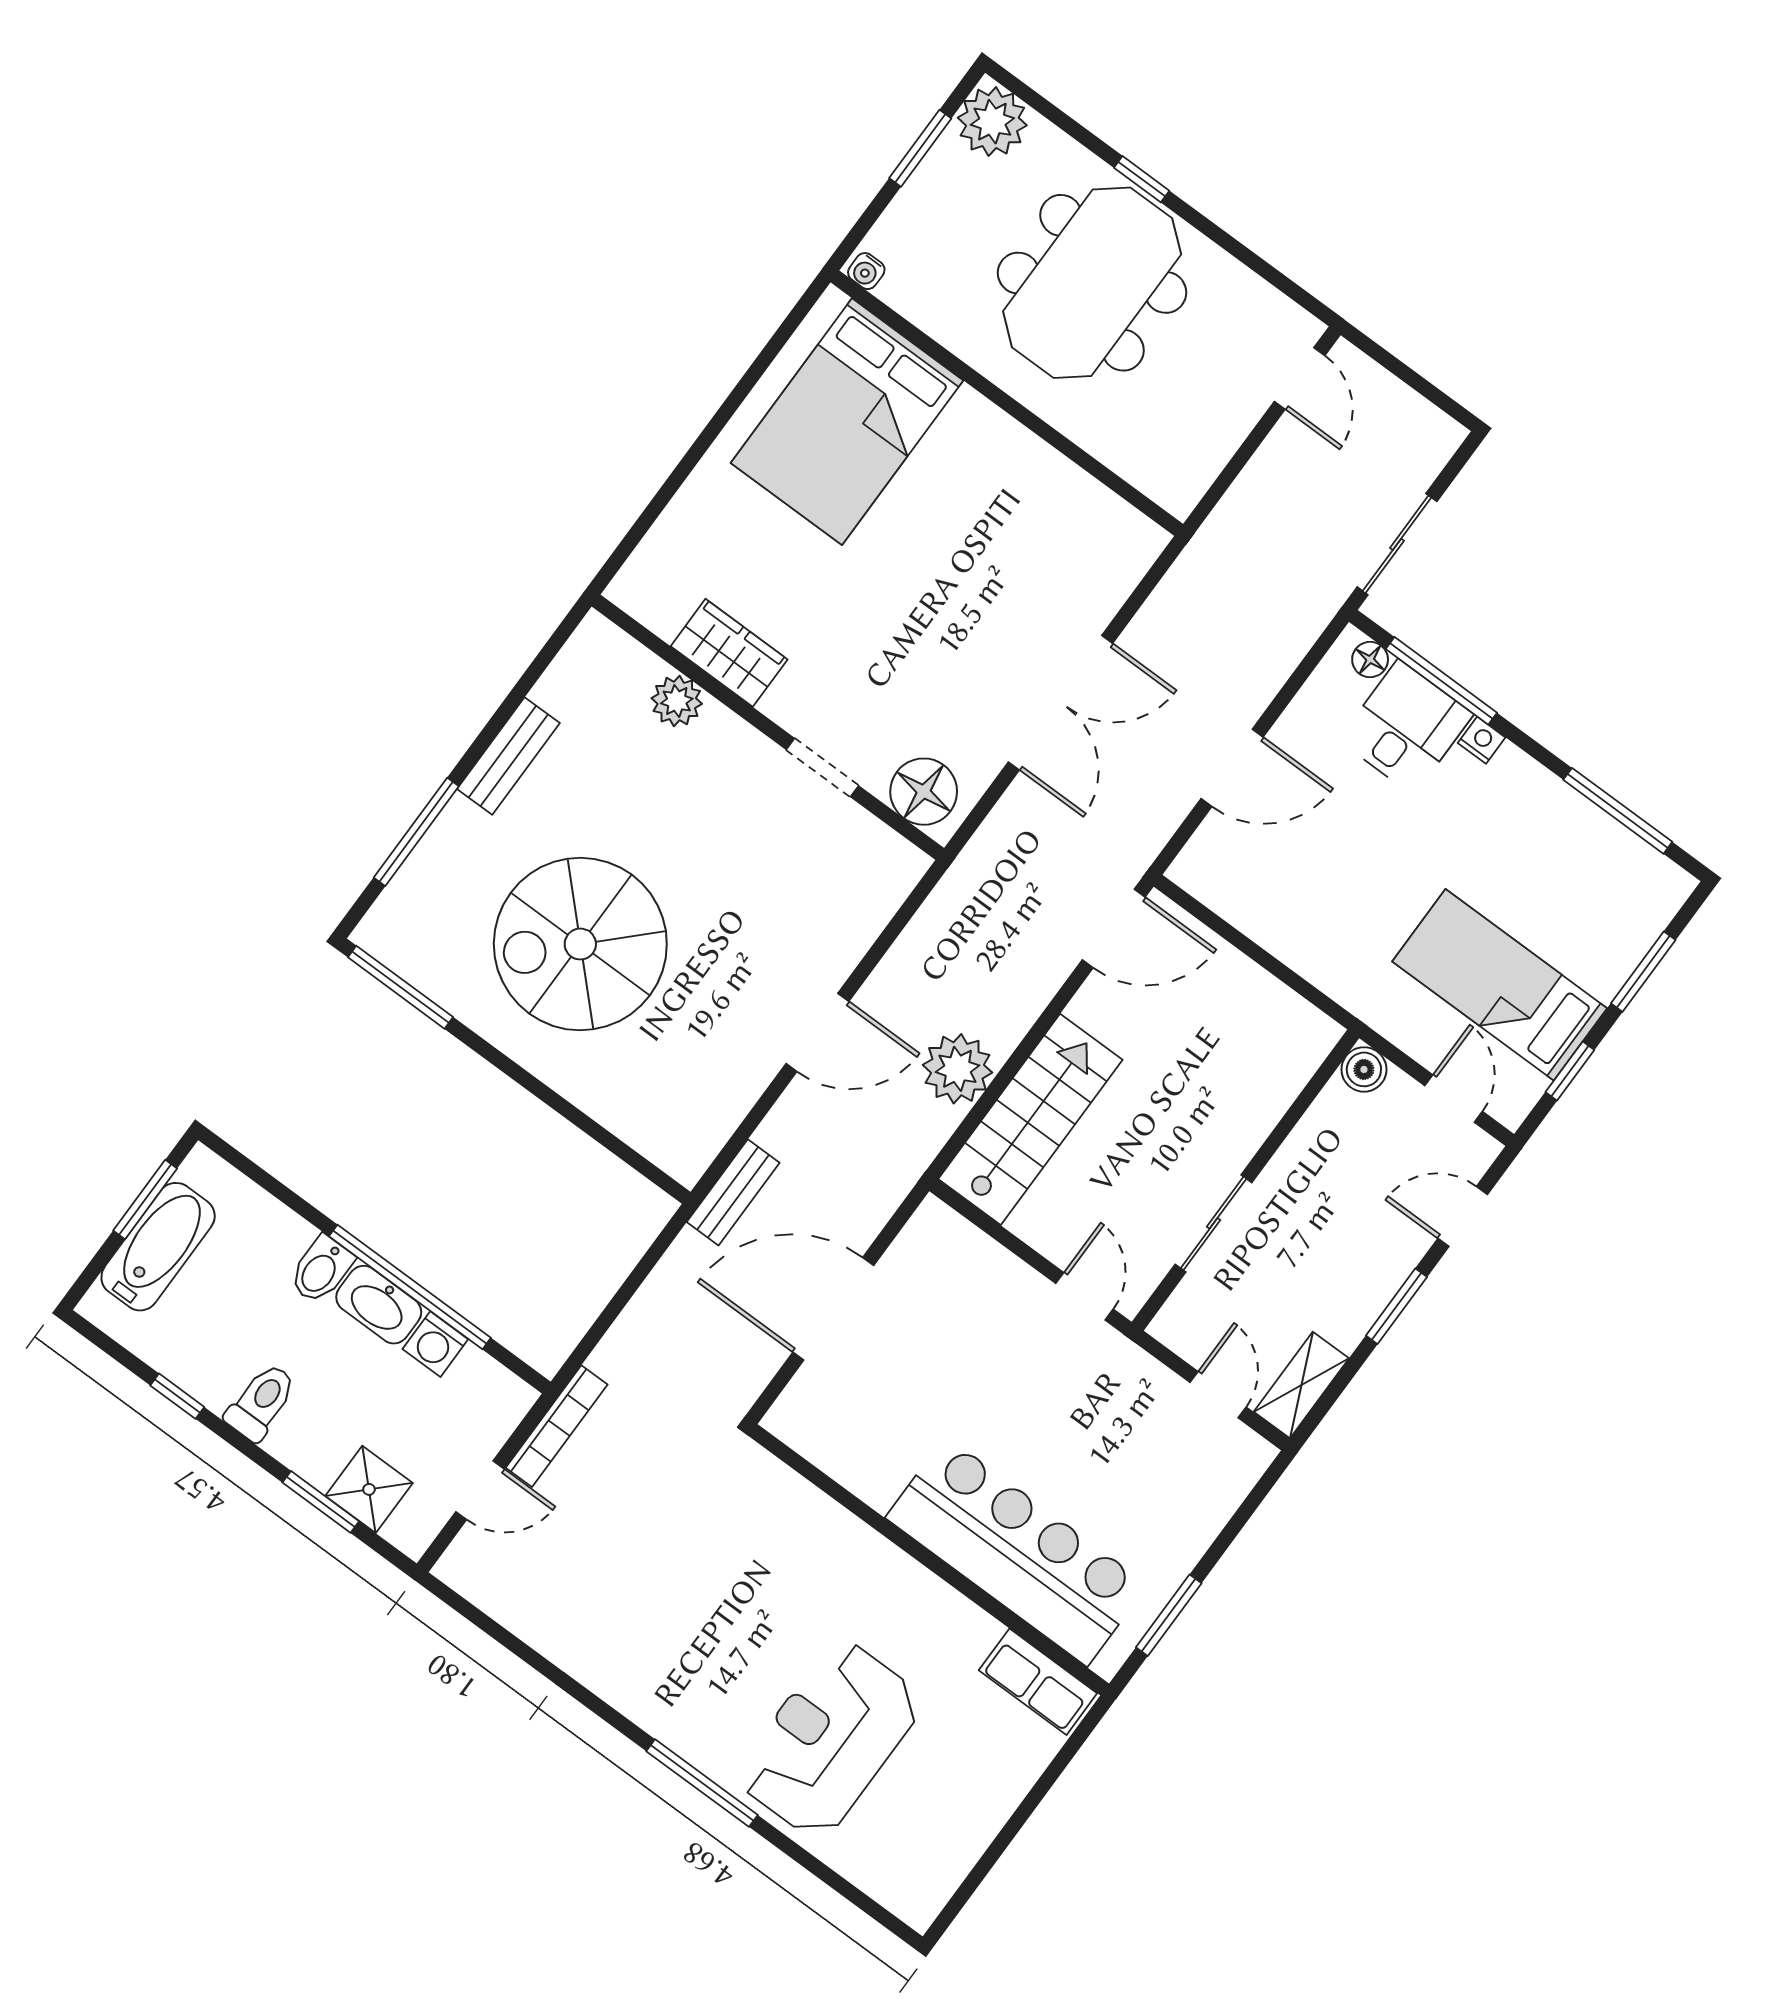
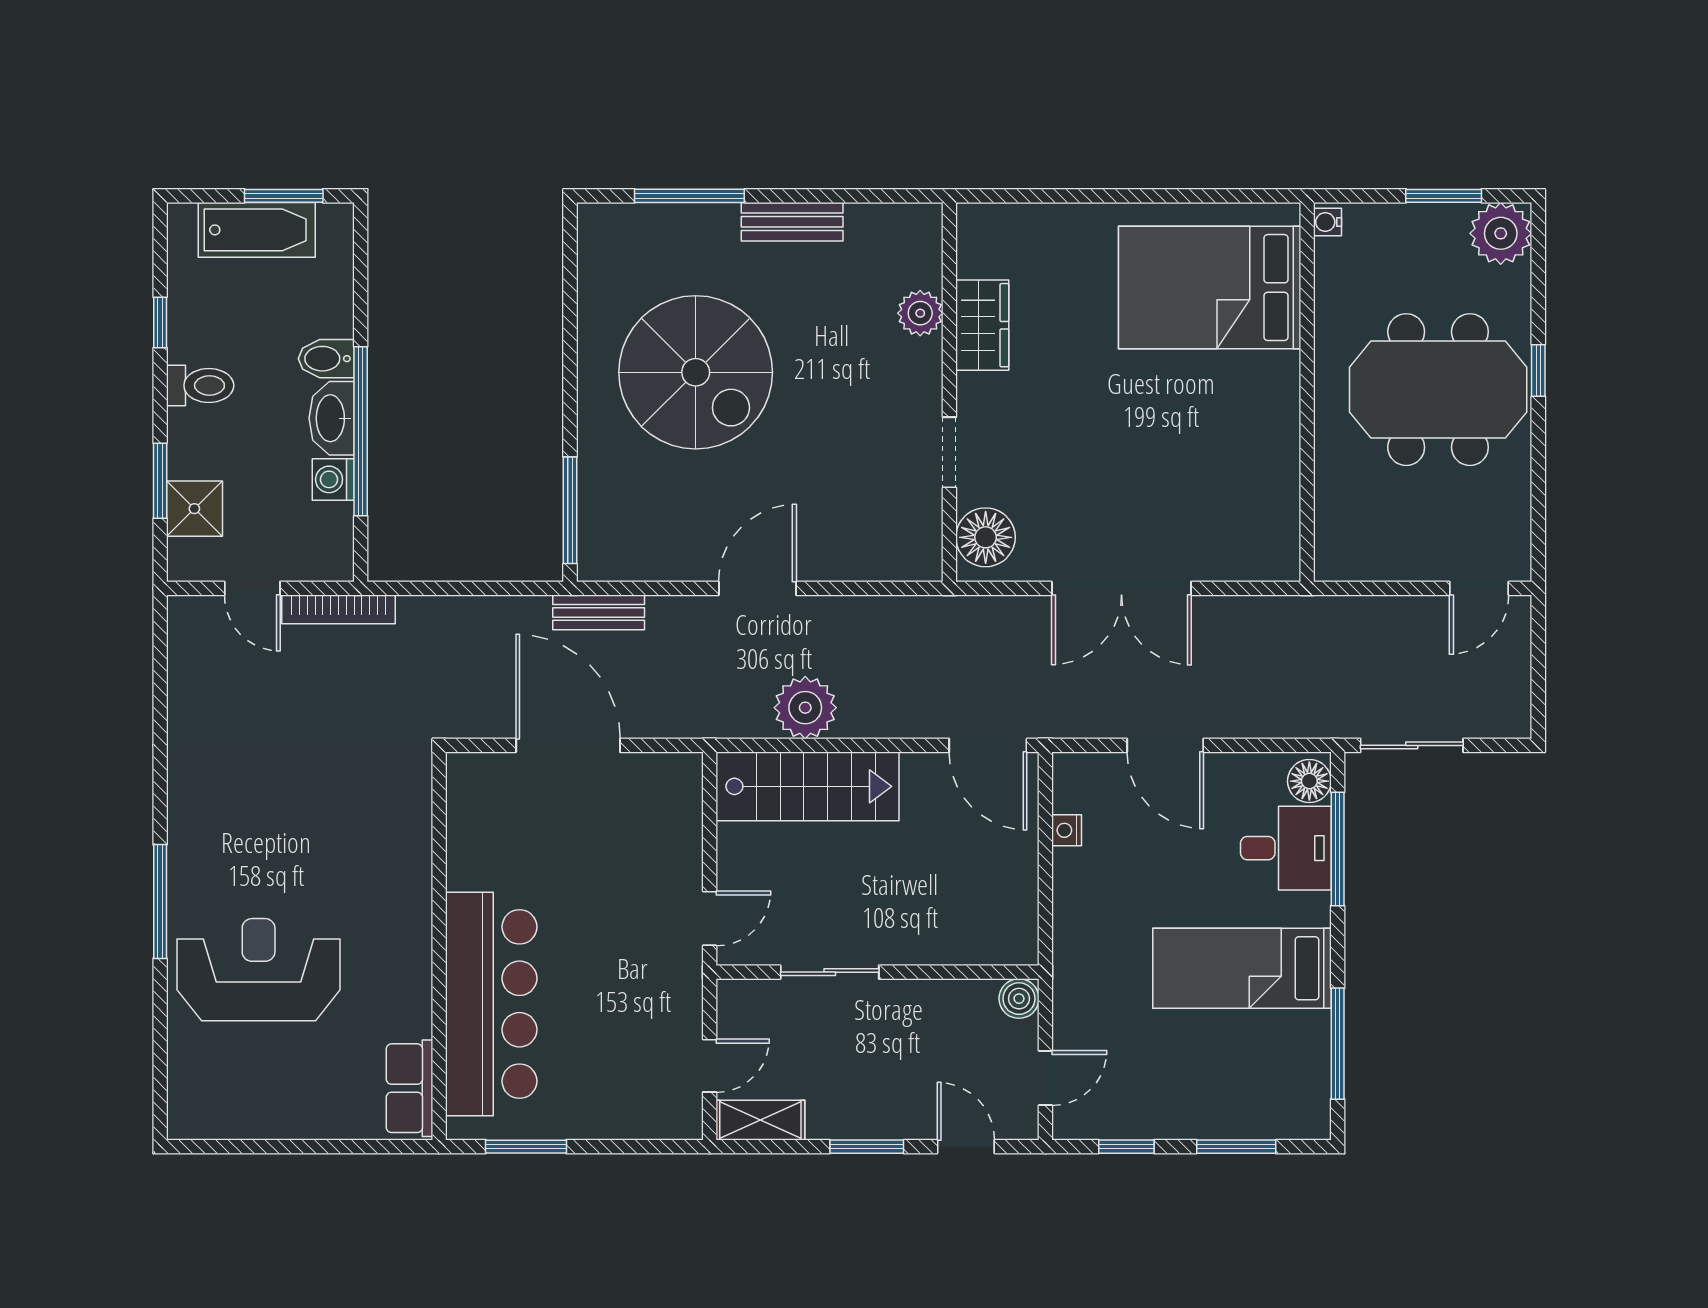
floor lamp: (1370, 660) -> (1309, 781), width x1.37, depth x1.37
nightstand: (1482, 740) -> (1067, 830), moved, turned 180
spiral stairs: (580, 944) -> (696, 372), turned 180
bed: (1500, 985) -> (1242, 968), moved, turned -90
window: (400, 987) -> (570, 510), moved
door: (817, 1032) -> (757, 588), swing flipped

